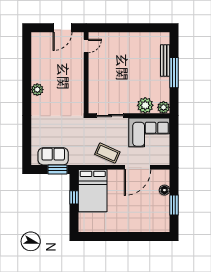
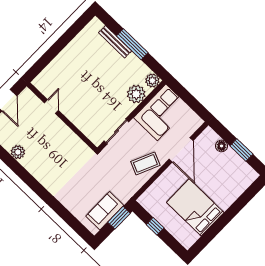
door: (86, 46) -> (51, 107), moved
plant: (37, 90) -> (18, 152), moved
bed: (93, 191) -> (195, 207), moved, turned 180

